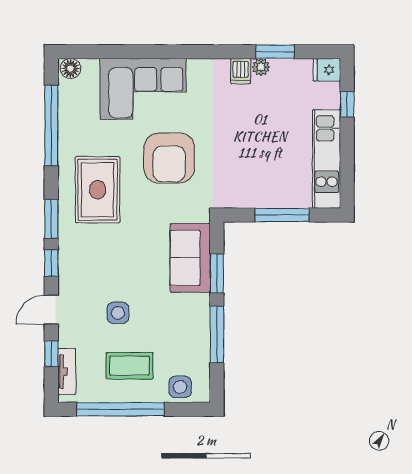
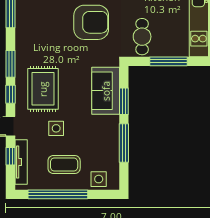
armchair: (169, 158) -> (91, 22), turned -90
cafe table: (243, 179) -> (142, 37), added
rug: (98, 190) -> (43, 89), moved
tv unit: (67, 371) -> (21, 162), width x1.41

